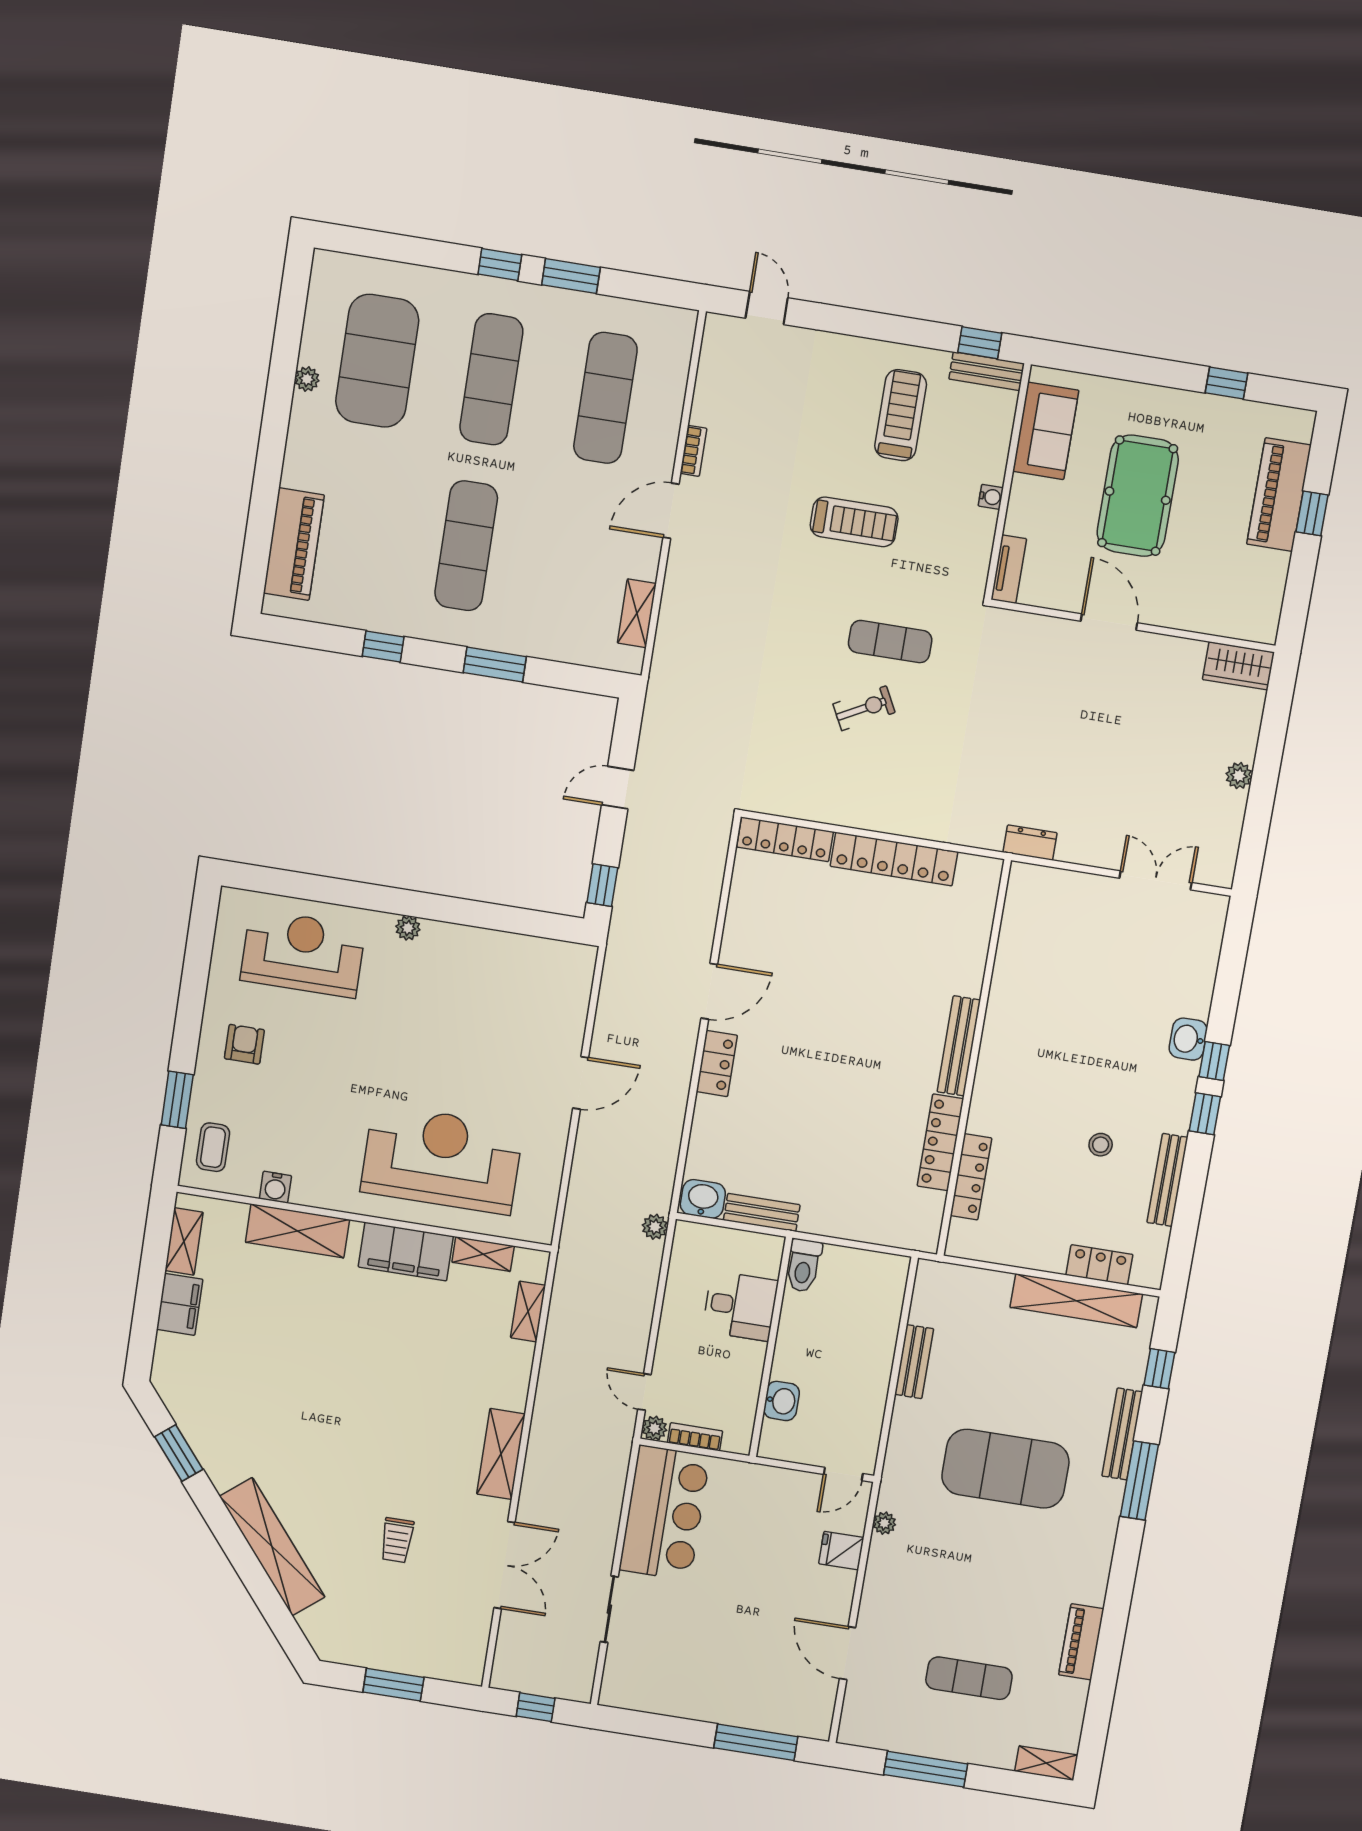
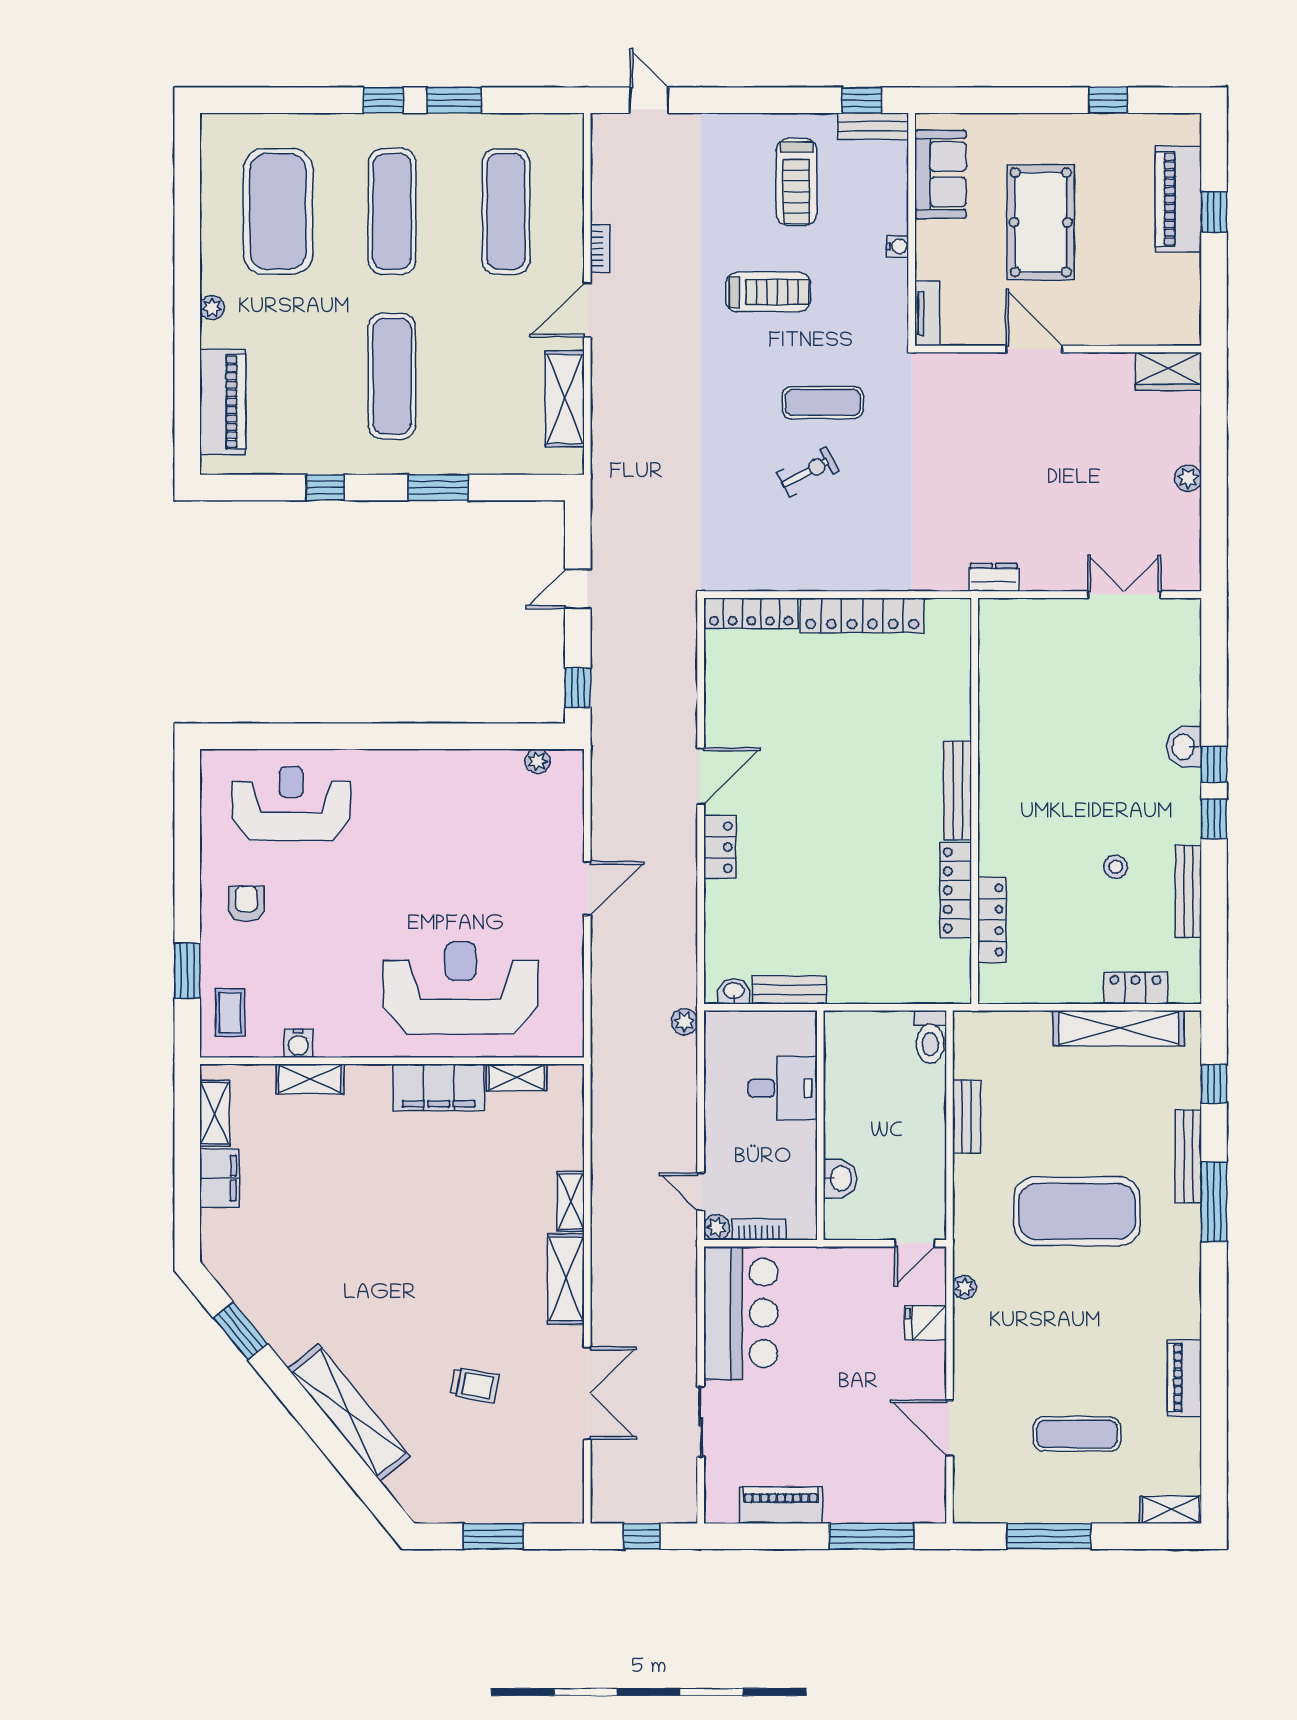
plant: (307, 379) -> (212, 307), moved
treadmill: (901, 415) -> (796, 182), turned 180
shelving: (637, 613) -> (565, 399), width x1.50, depth x1.33
plant: (408, 928) -> (538, 761), moved
washbasin: (703, 1199) -> (734, 991), width x0.72, depth x0.69
shelving: (297, 1231) -> (310, 1079), width x0.67, depth x0.75
toilet: (804, 1265) -> (930, 1037), moved
shelving: (528, 1311) -> (571, 1201), moved
trolley: (397, 1540) -> (474, 1385), turned -79
piano: (674, 1699) -> (781, 1505), added

